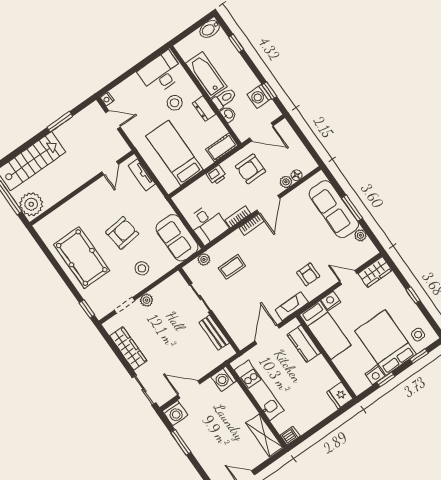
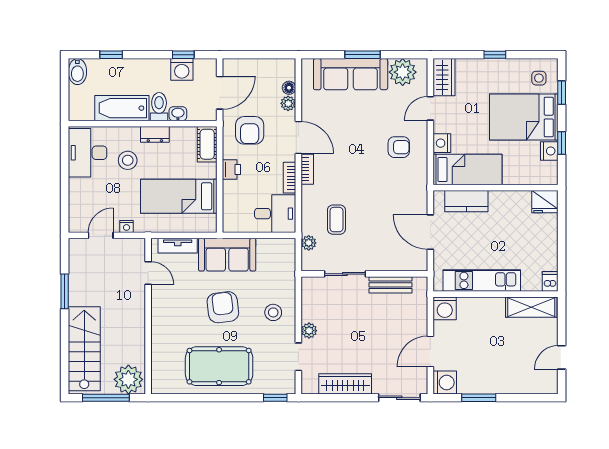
nightstand: (107, 99) -> (127, 226), moved
plant: (360, 235) -> (403, 72), width x1.87, depth x1.87
sofa: (177, 238) -> (227, 255), moved
fireplace: (292, 306) -> (419, 187), removed

